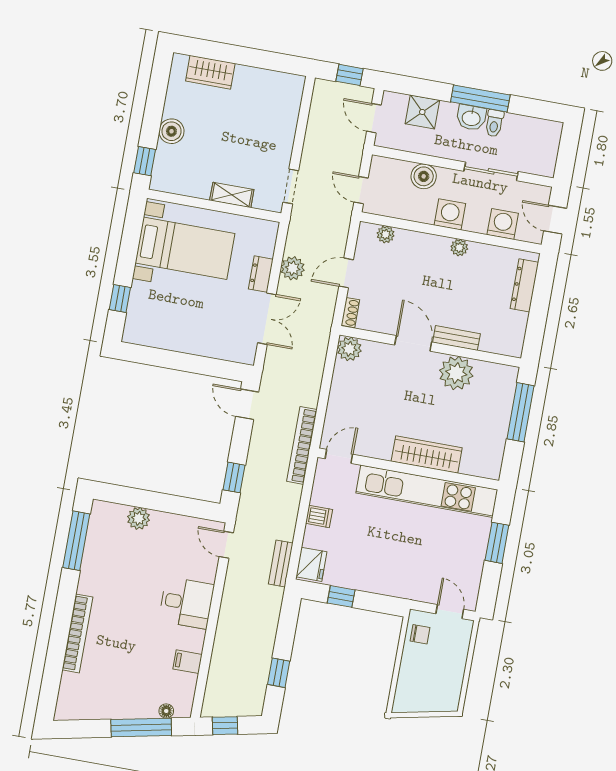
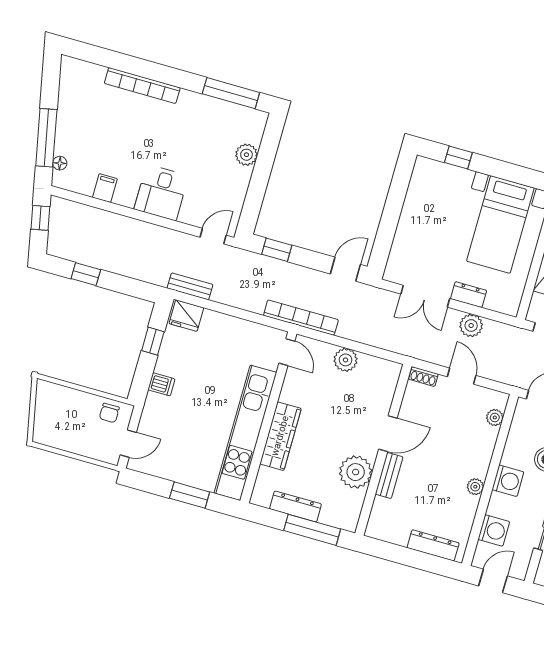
plant: (349, 349) -> (346, 360), moved
dresser: (498, 432) -> (296, 506), added
dishwasher: (319, 516) -> (161, 384), moved, turned -90

